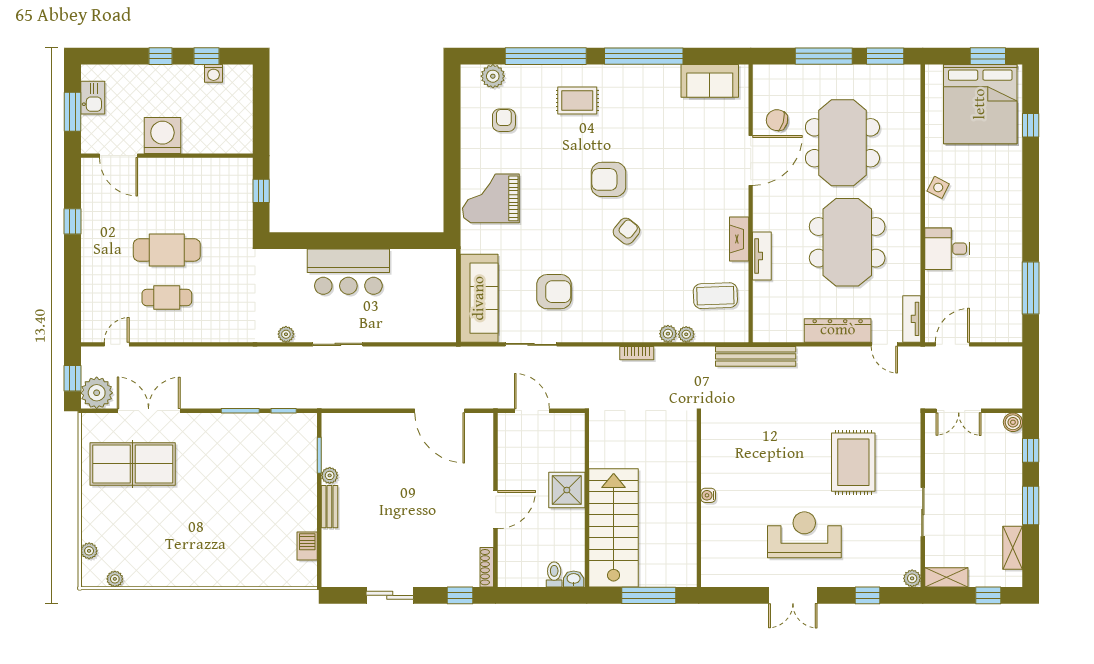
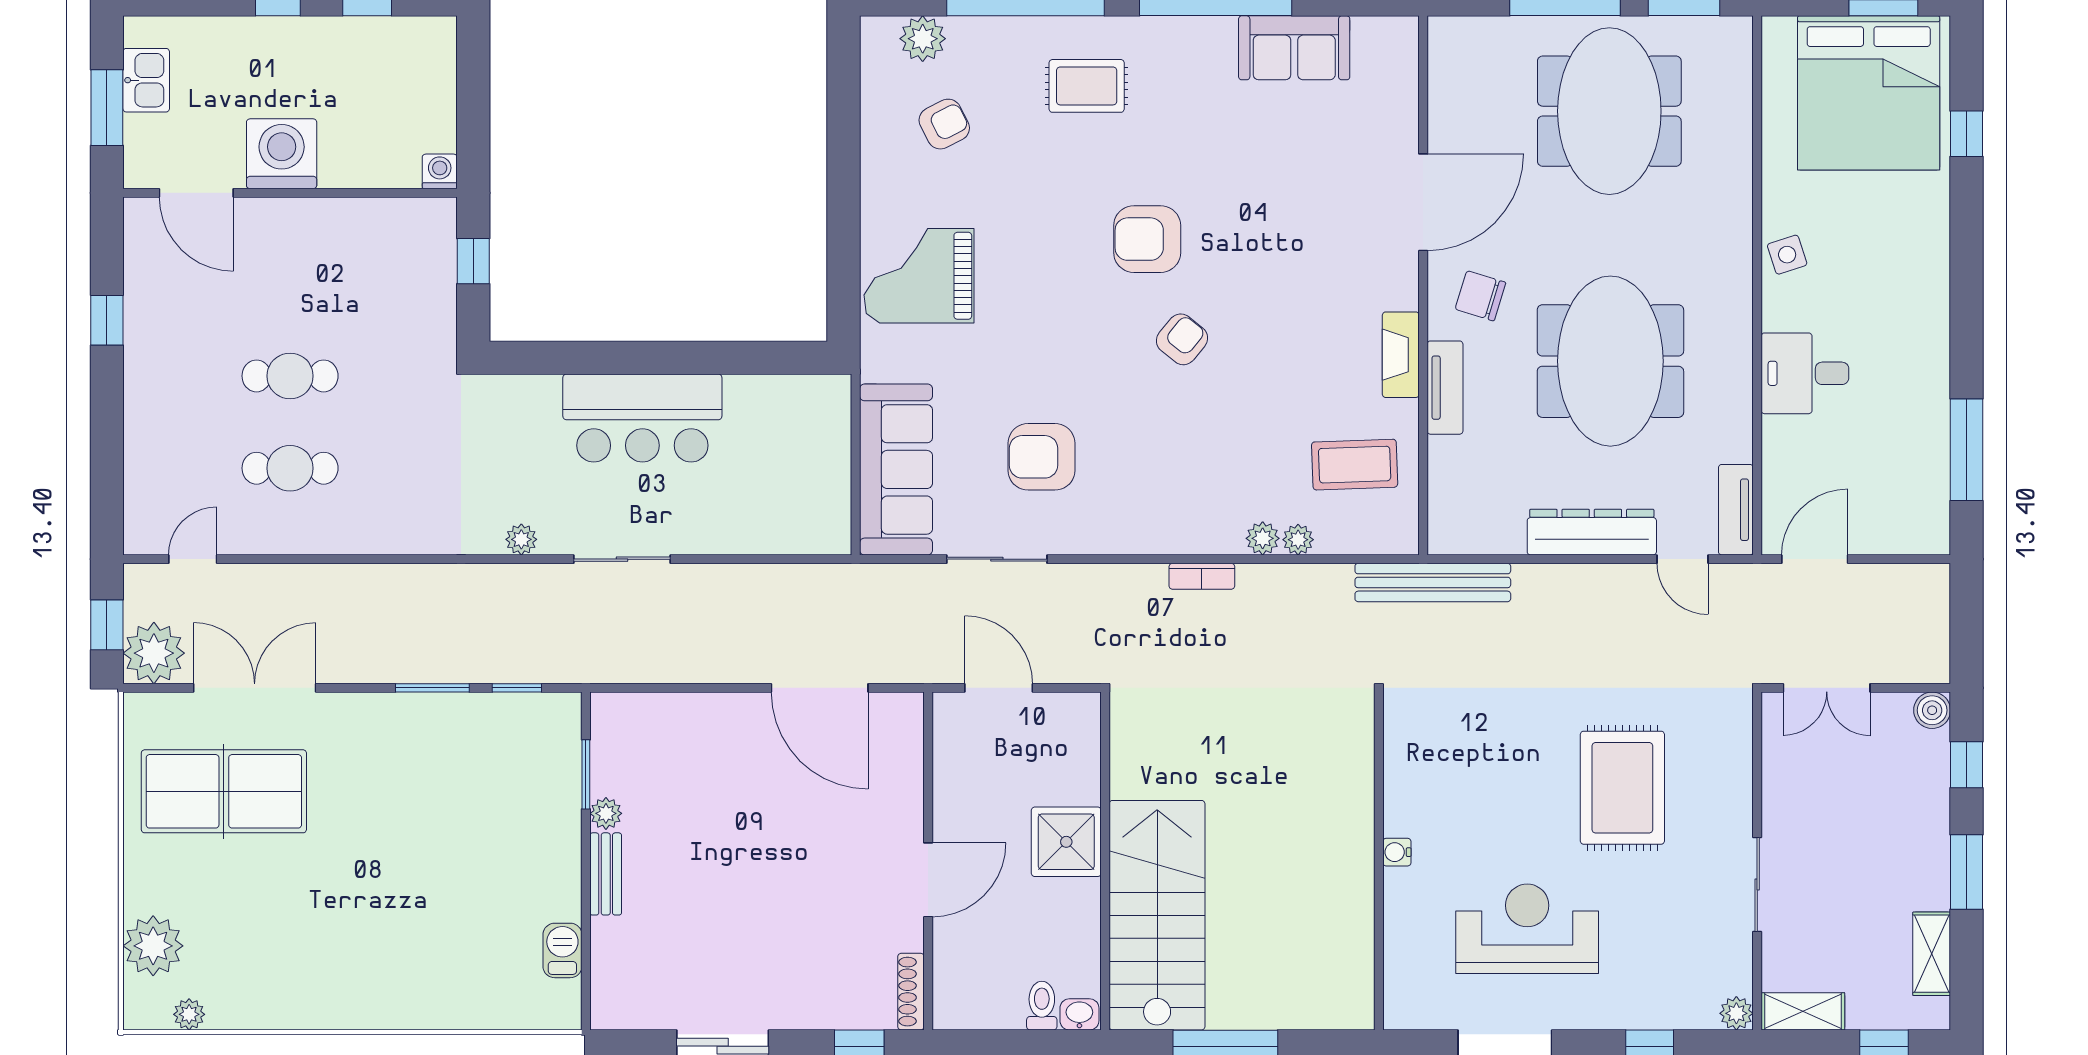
washing machine: (214, 73) -> (440, 171), moved, turned 180
sofa: (710, 81) -> (1294, 48), moved
armchair: (504, 120) -> (944, 124), turned 63
chair: (777, 120) -> (1480, 296), moved
meeting table: (842, 143) -> (1609, 111), moved
side table: (938, 187) -> (1787, 255), turned 45
cafe table: (167, 250) -> (290, 376), width x0.73, depth x0.74
armchair: (554, 292) -> (1041, 457), turned 180
water cooler: (708, 495) -> (1397, 852), moved
wall: (699, 500) -> (1379, 861), moved
plant: (89, 551) -> (153, 946), width x1.88, depth x1.88

